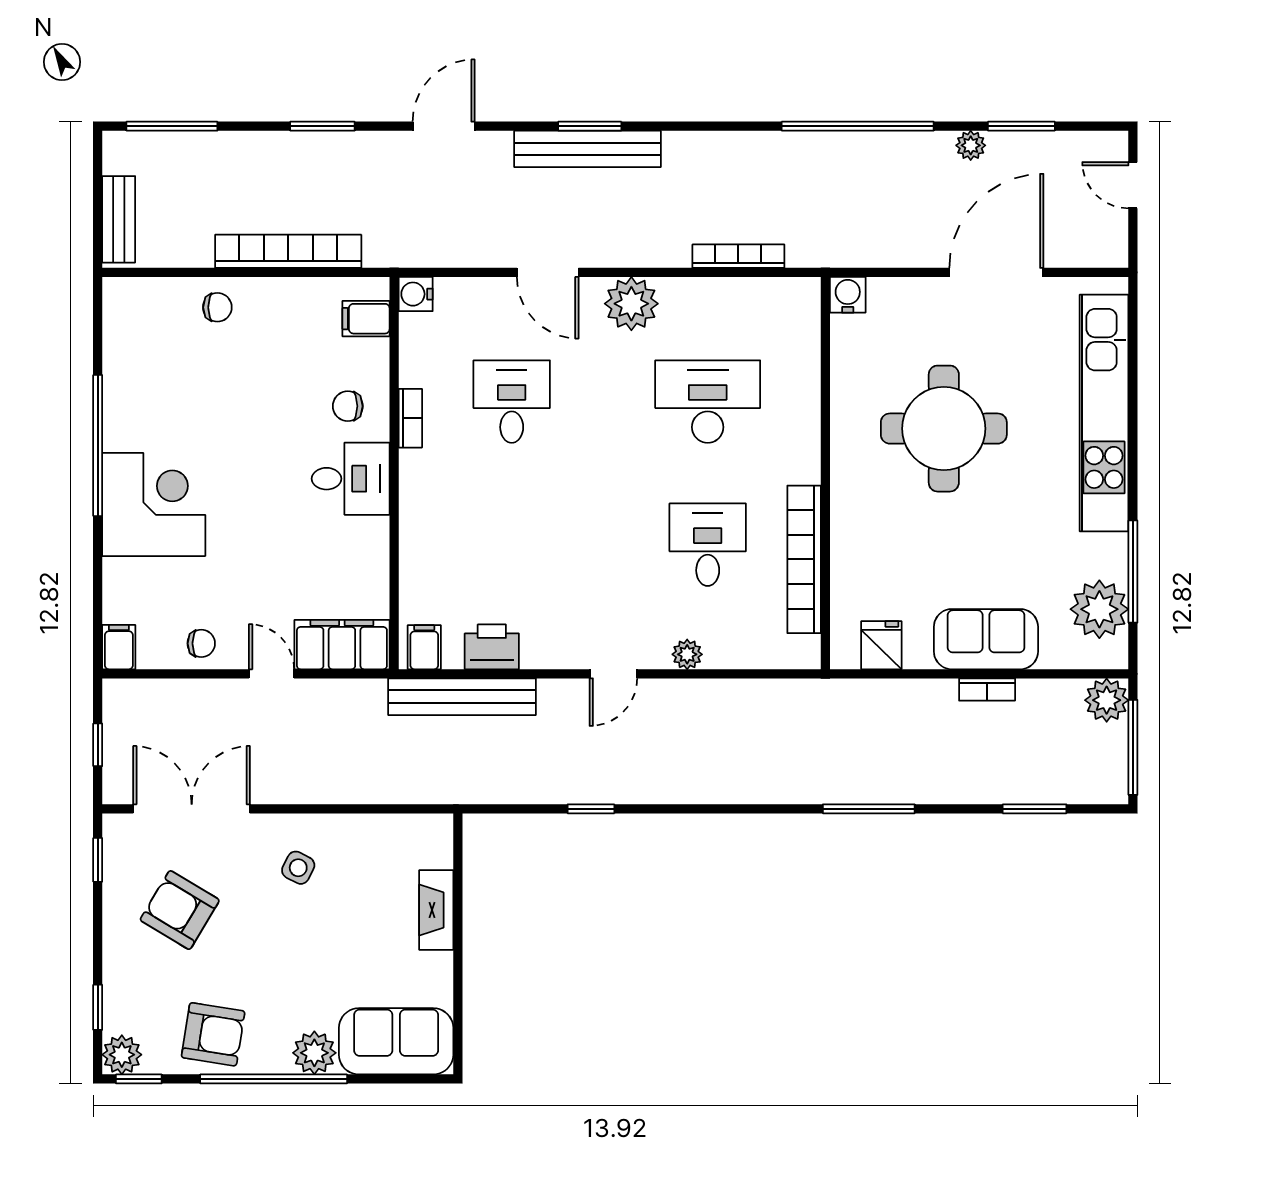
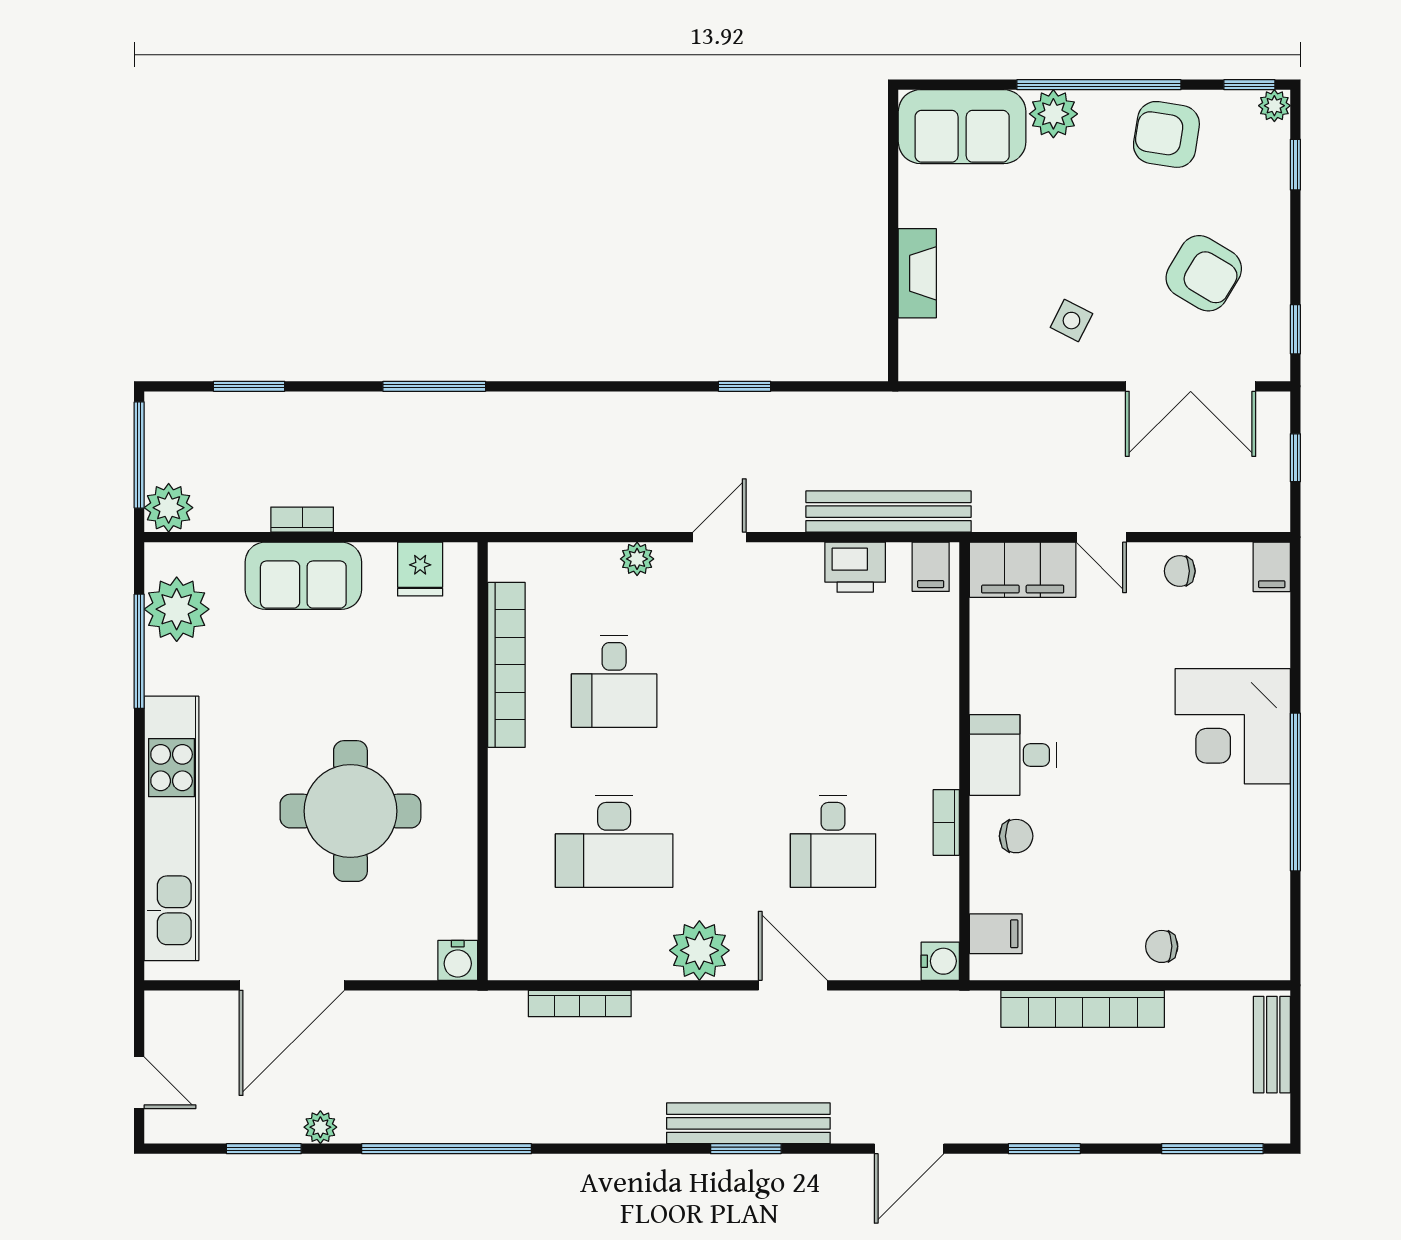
plant: (122, 1055) -> (1274, 106), width x0.73, depth x0.73

